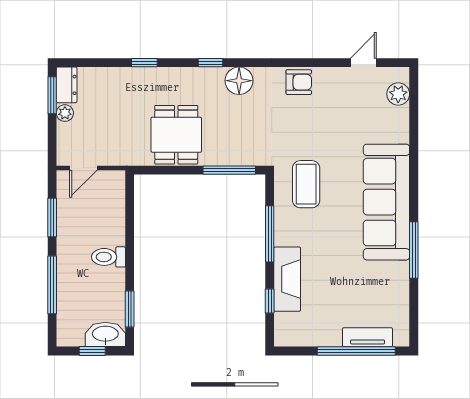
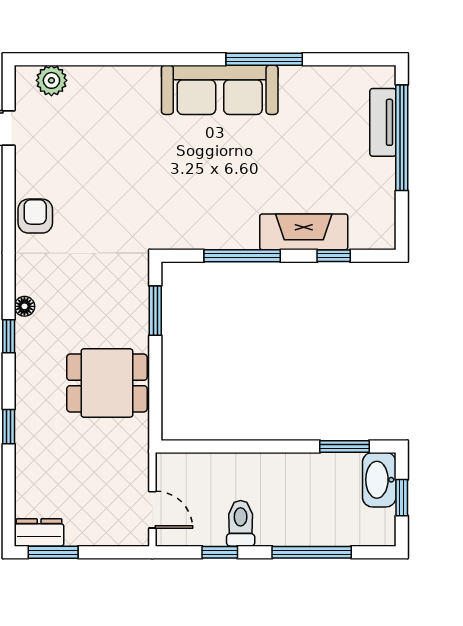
floor lamp: (239, 81) -> (24, 306), width x0.53, depth x0.53
plant: (65, 113) -> (77, 535), removed
window: (229, 170) -> (155, 311), width x0.69
coffee table: (306, 184) -> (174, 206), removed
sofa: (386, 202) -> (220, 90), width x0.74, depth x0.79
window: (52, 217) -> (220, 552), width x0.67
toilet: (108, 257) -> (241, 523), moved, turned 180

